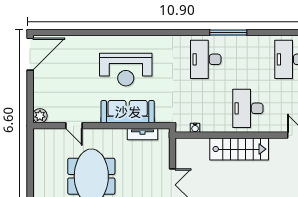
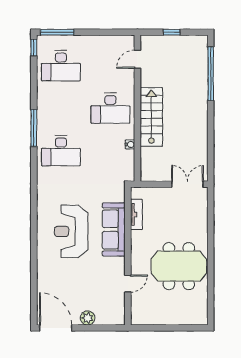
reception desk: (126, 70) -> (71, 231), turned 180
plant: (40, 116) -> (88, 318), moved
water cooler: (195, 128) -> (130, 144), moved

